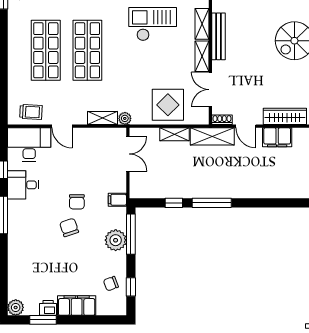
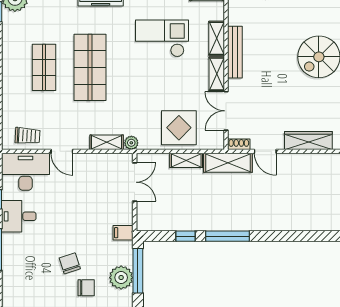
shop shelf: (46, 50) -> (44, 67), width x0.70, depth x0.74
filing cabinet: (277, 137) -> (300, 164), removed
chair: (77, 202) -> (86, 288), moved, turned -90

